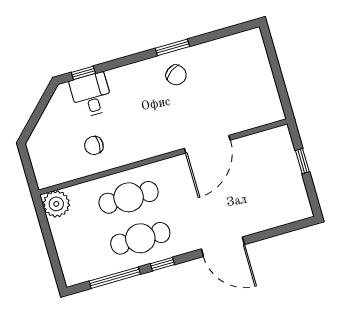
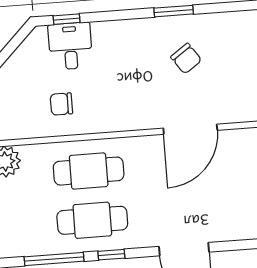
chair: (176, 75) -> (186, 59), moved

